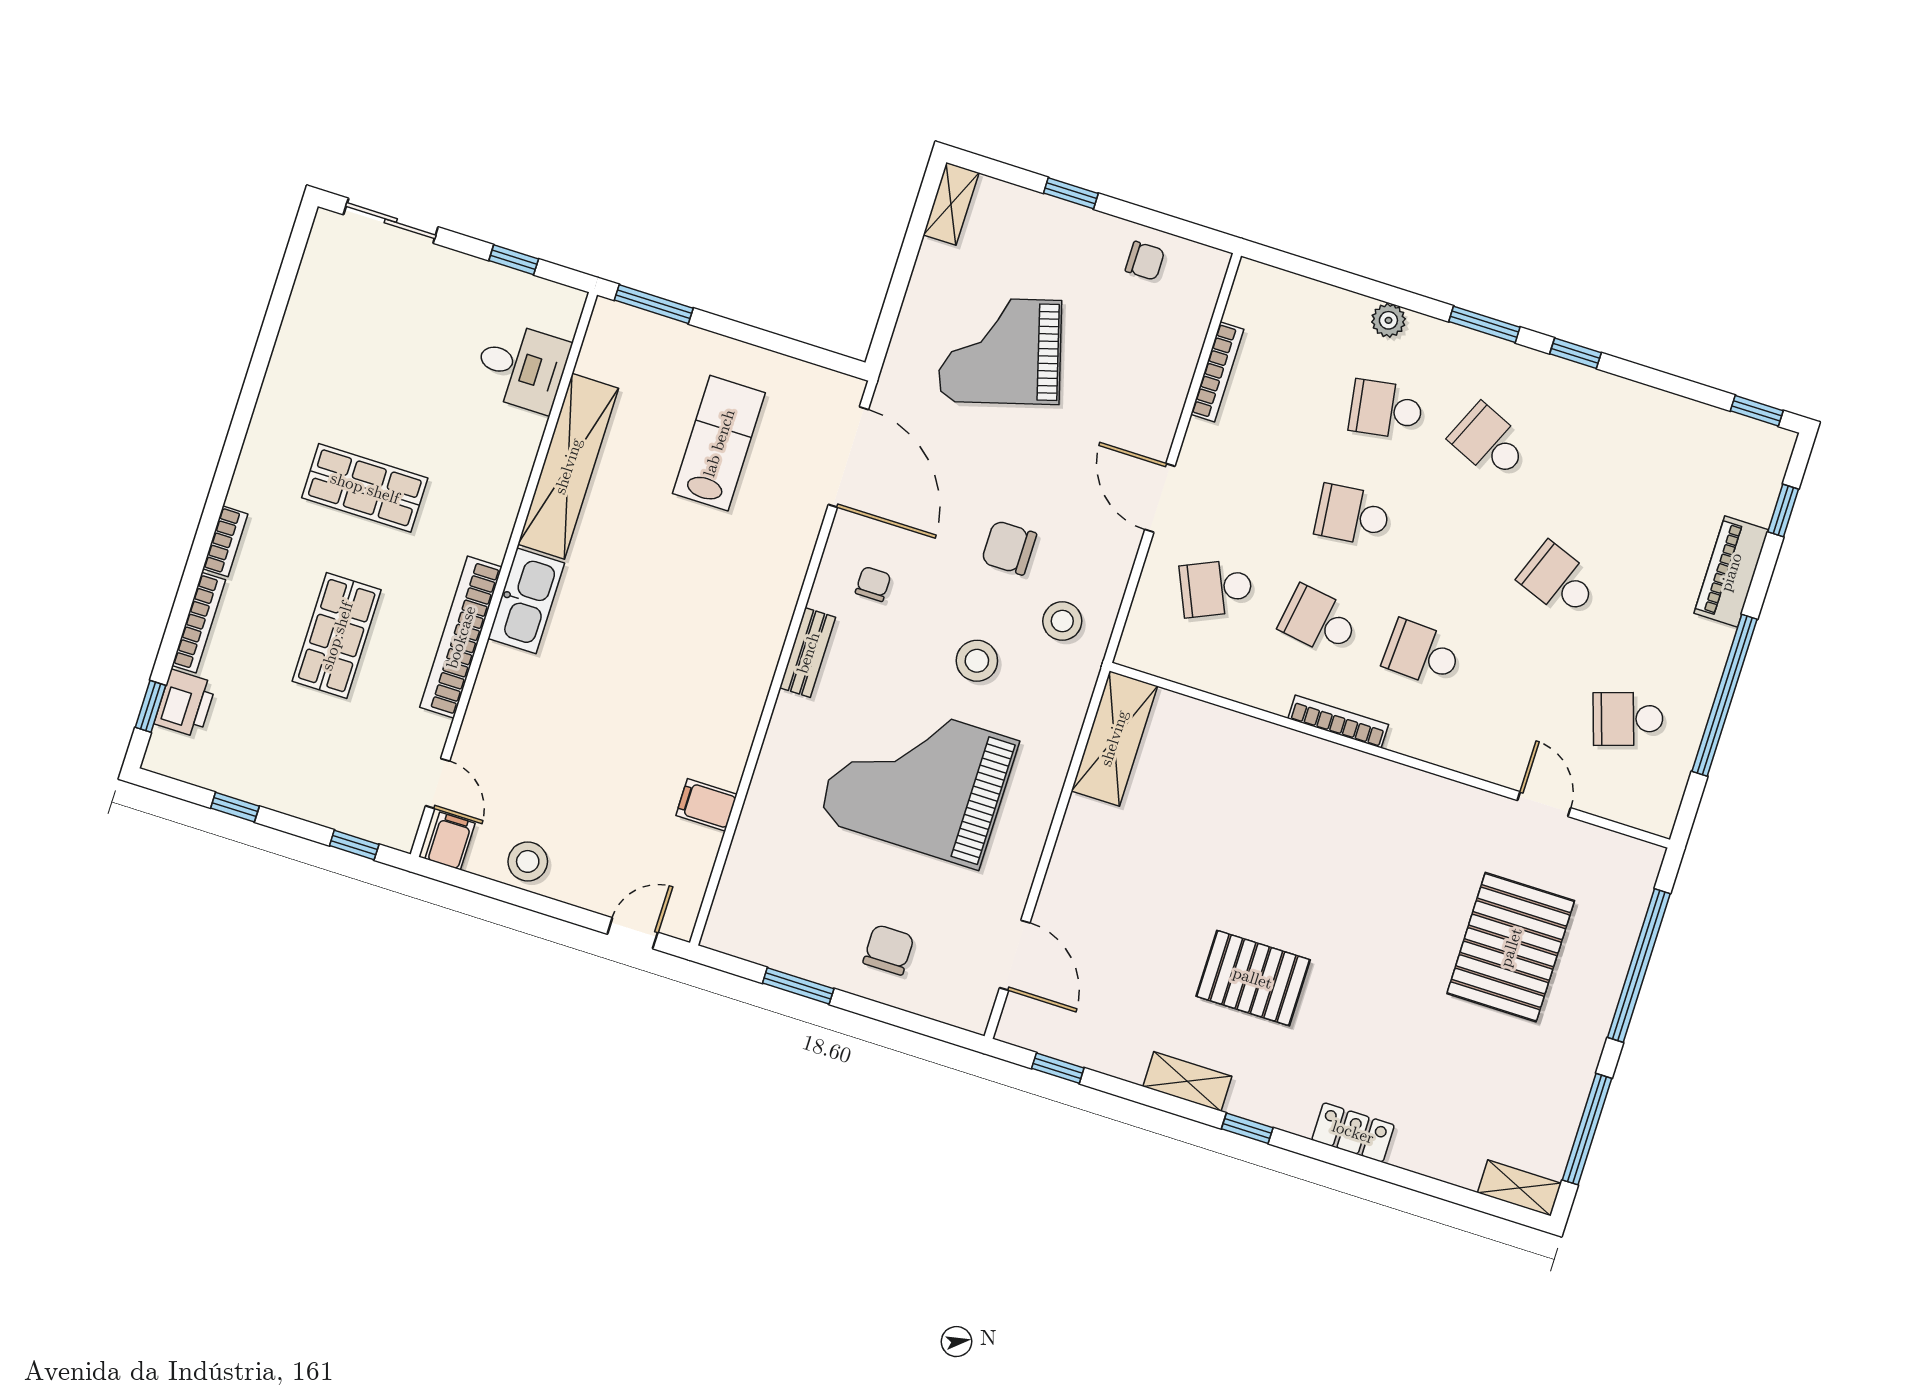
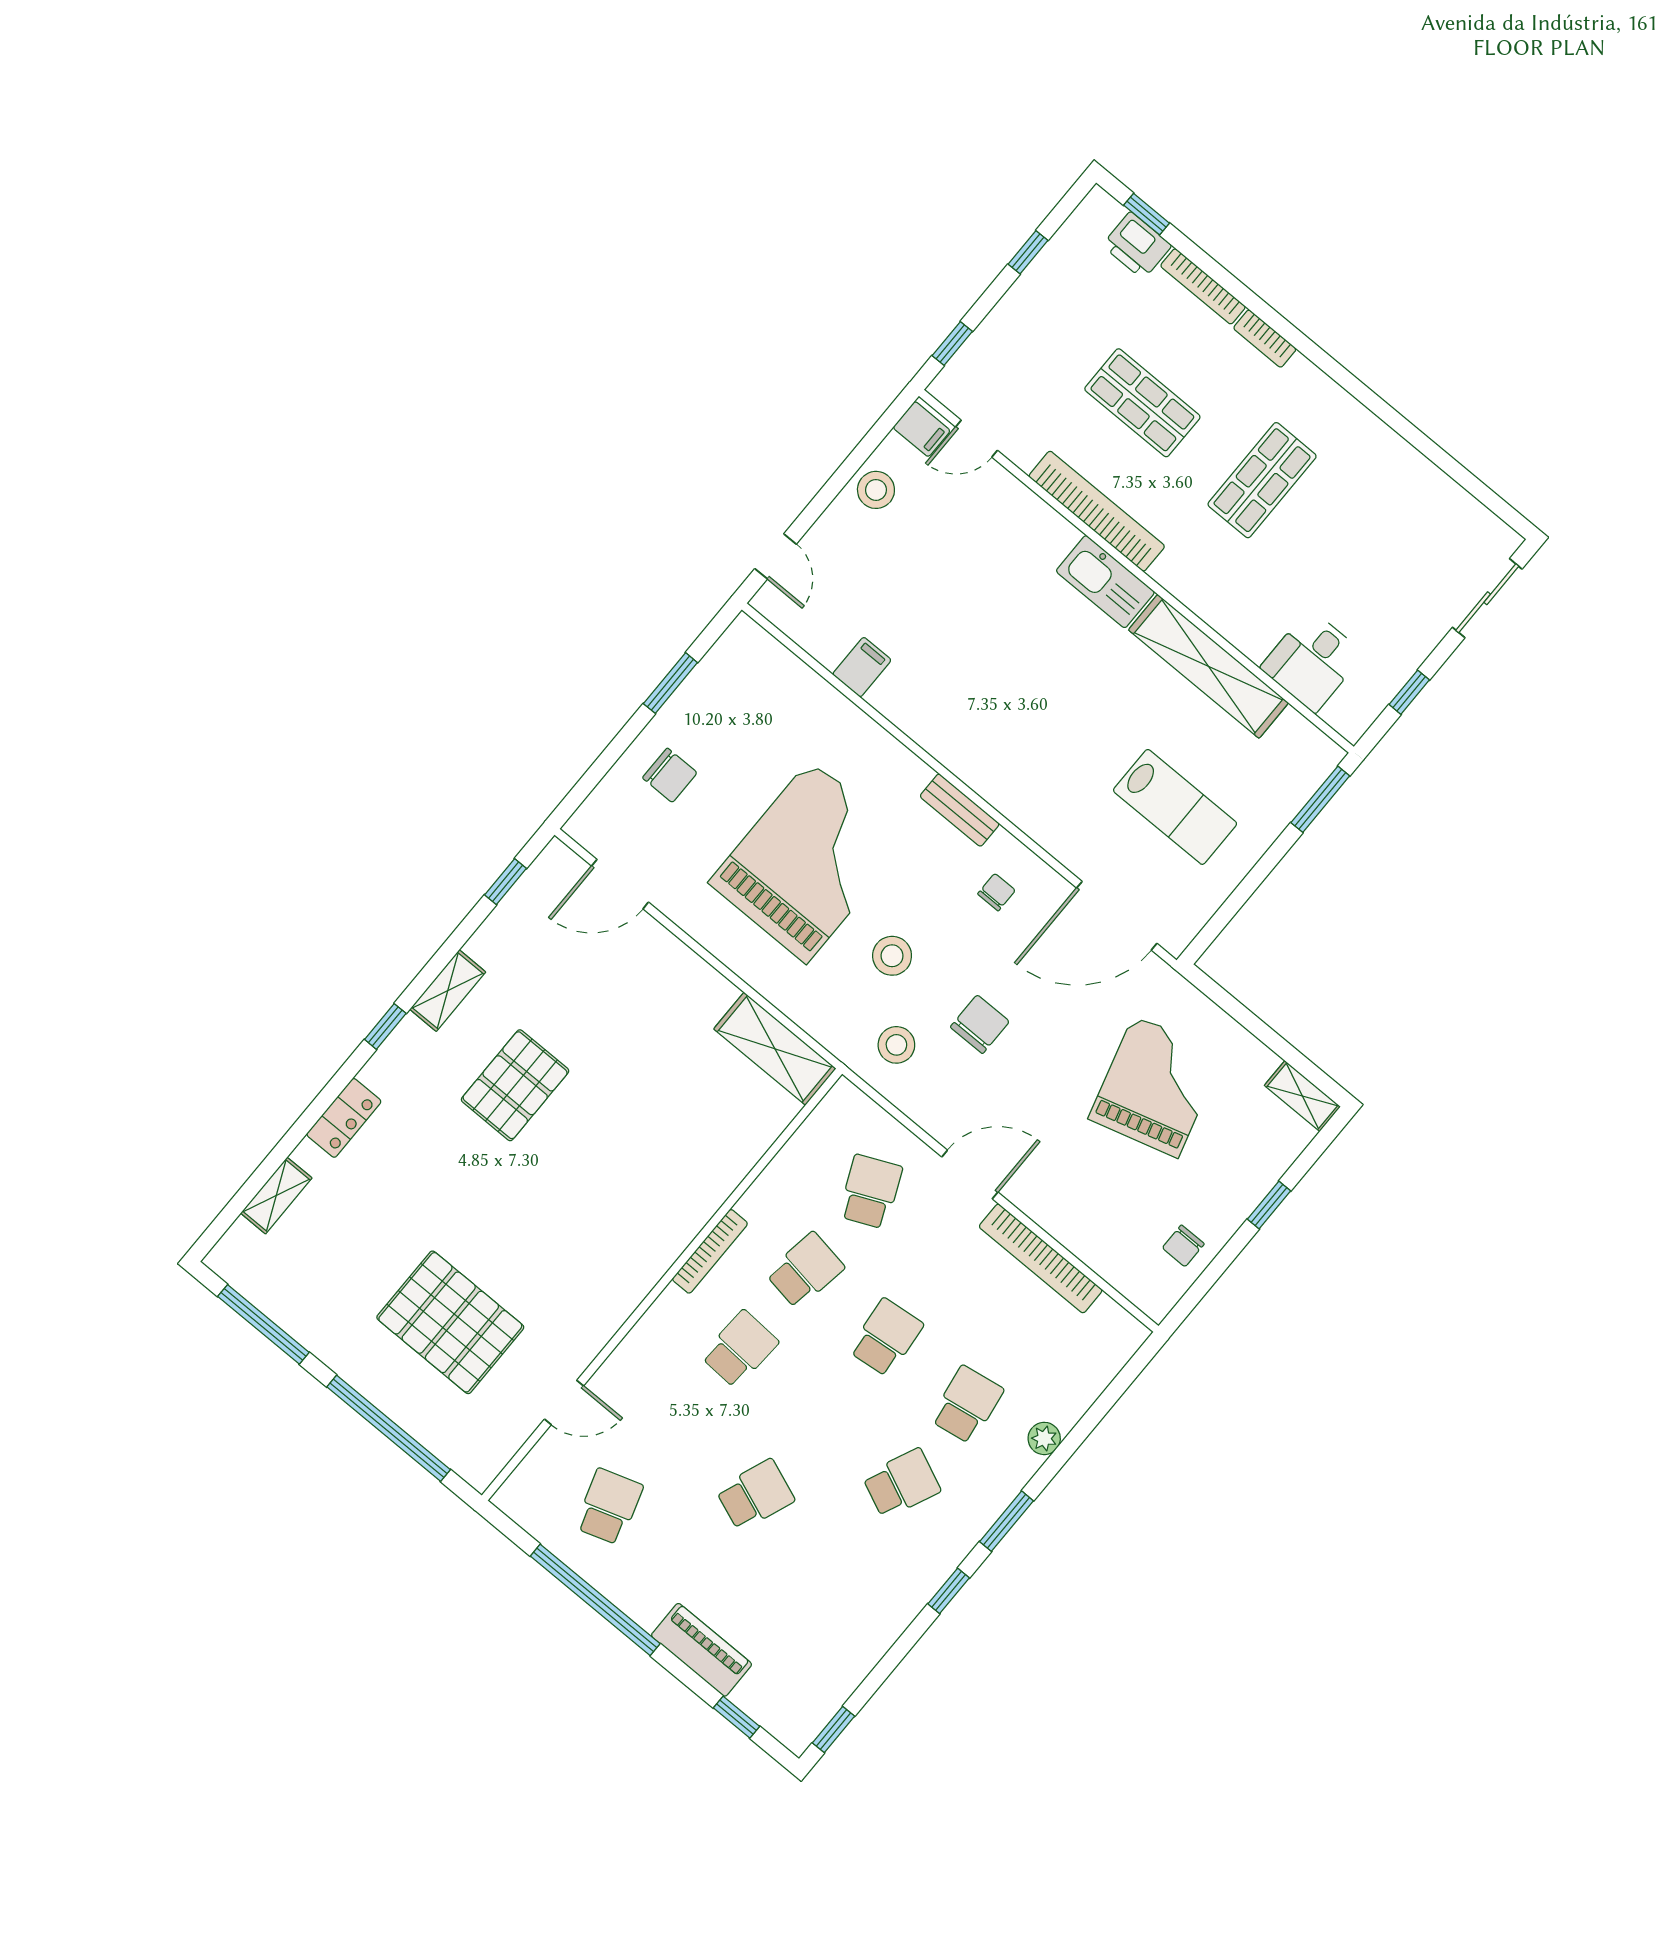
bookcase: (1217, 372) -> (1041, 1258), width x1.48, depth x1.31
chair: (873, 584) -> (996, 892), turned -90
shelving: (1519, 1188) -> (276, 1196), moved

